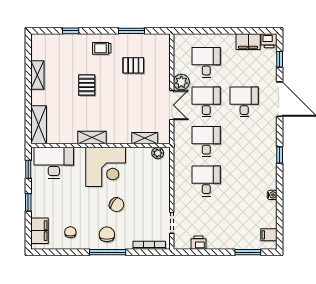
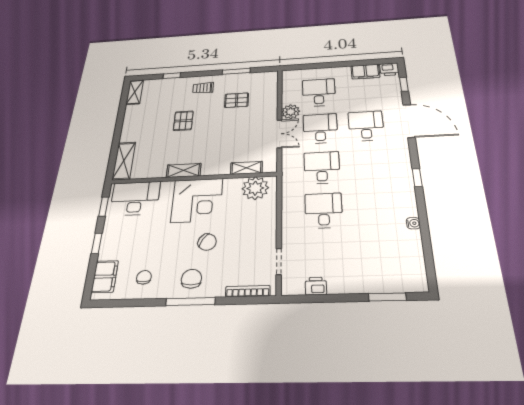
shelving: (37, 75) -> (135, 92), moved
plant: (158, 153) -> (255, 188), width x1.88, depth x1.88
filing cabinet: (269, 235) -> (415, 273), removed

